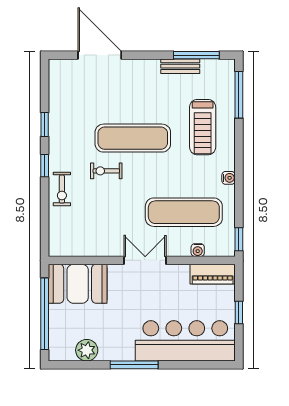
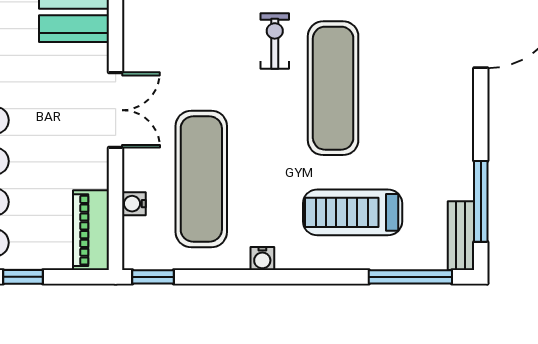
bench: (180, 66) -> (461, 236), moved

